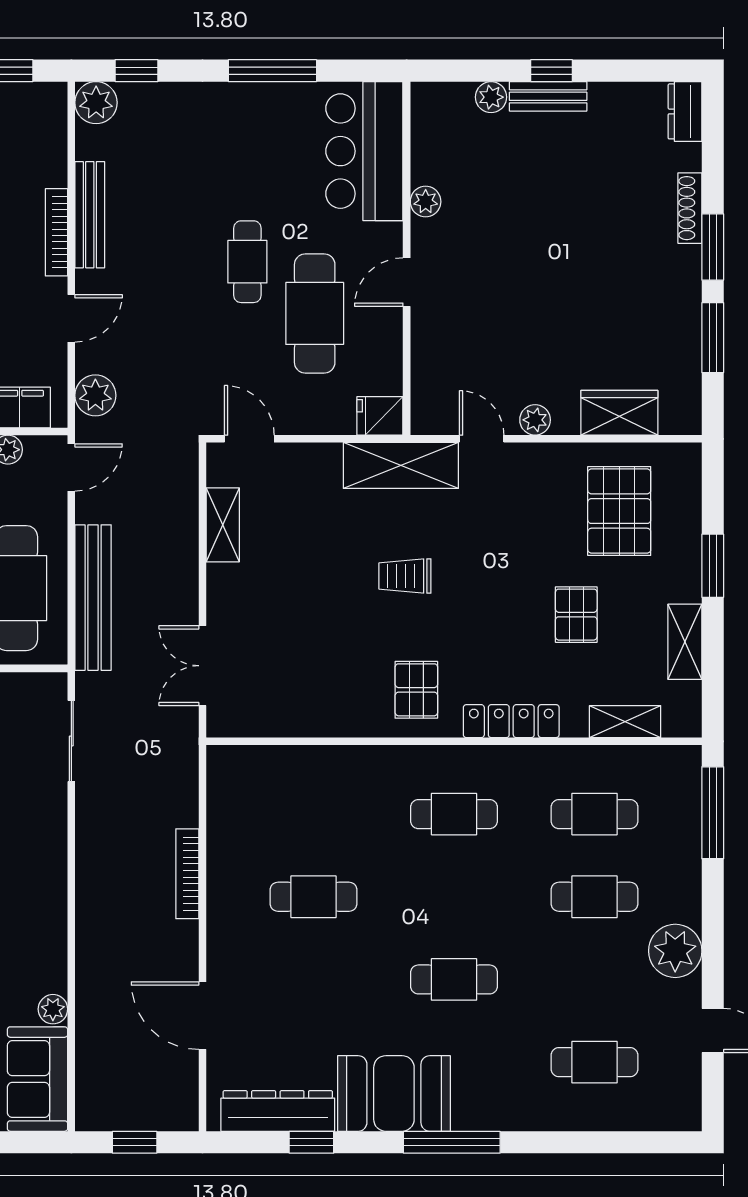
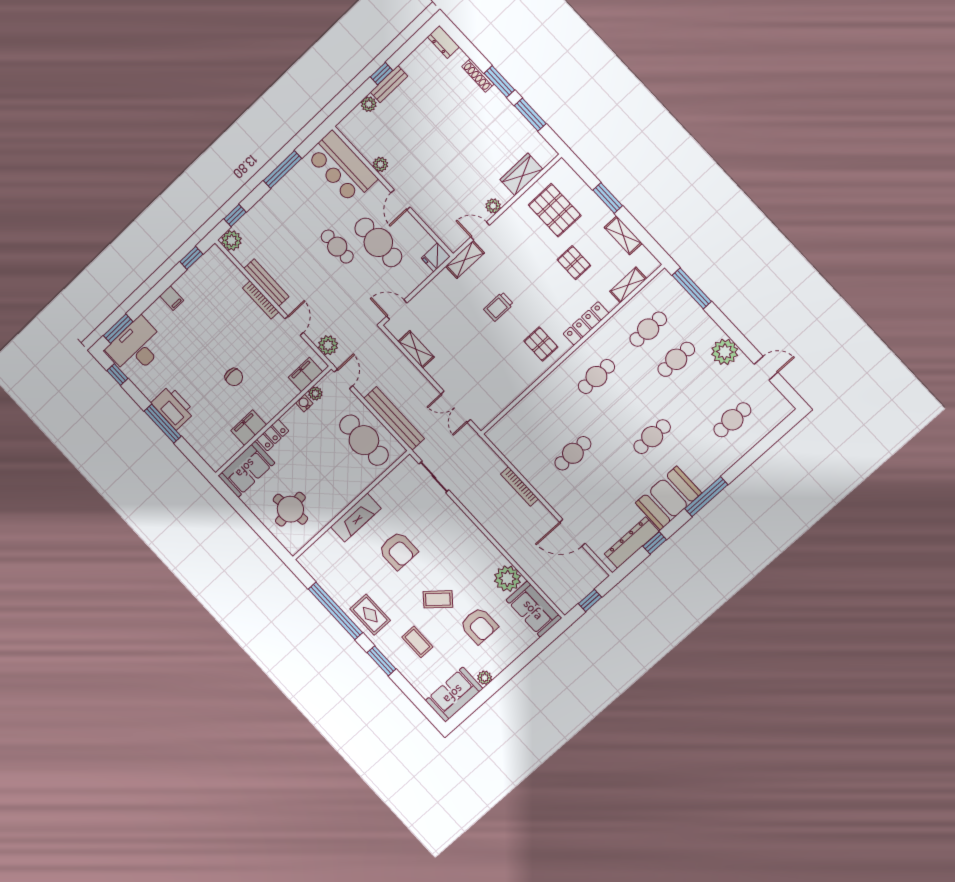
shelving: (401, 465) -> (465, 260), width x0.67, depth x0.75
plant: (53, 1009) -> (507, 579), width x1.87, depth x1.87

